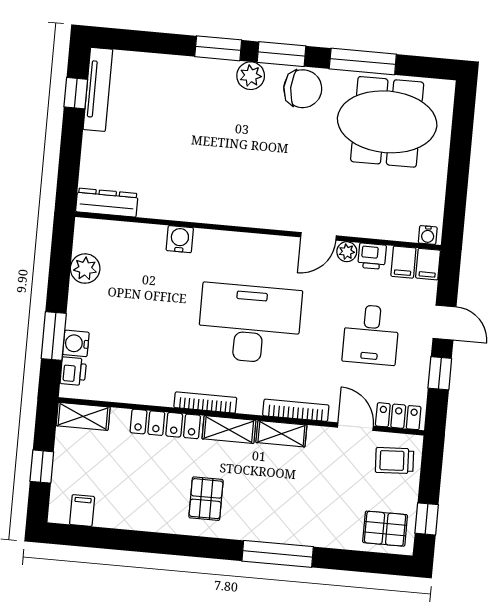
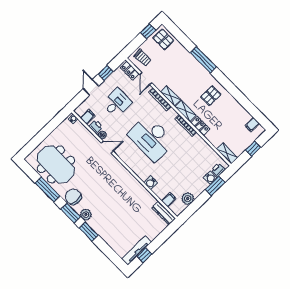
filing cabinet: (428, 264) -> (169, 200), moved
locker: (165, 424) -> (200, 126), width x0.66

